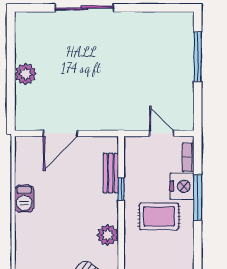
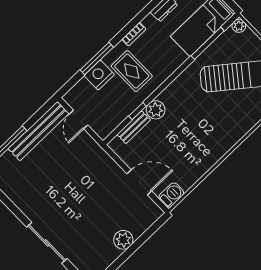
bench: (184, 91) -> (39, 131), added
bookcase: (188, 157) -> (134, 34), moved
barbecue: (24, 199) -> (171, 195), moved
plant: (108, 235) -> (156, 110), moved

